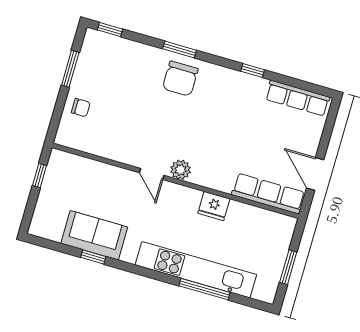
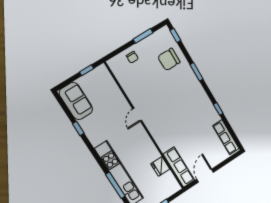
chair: (180, 79) -> (169, 59), moved
plant: (181, 170) -> (151, 124), removed
fridge: (214, 206) -> (160, 166), moved
sofa: (94, 235) -> (76, 101), moved

